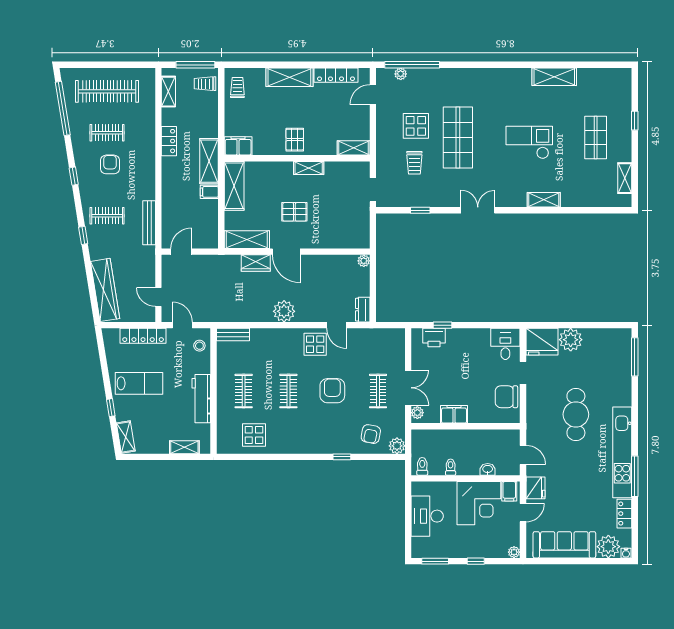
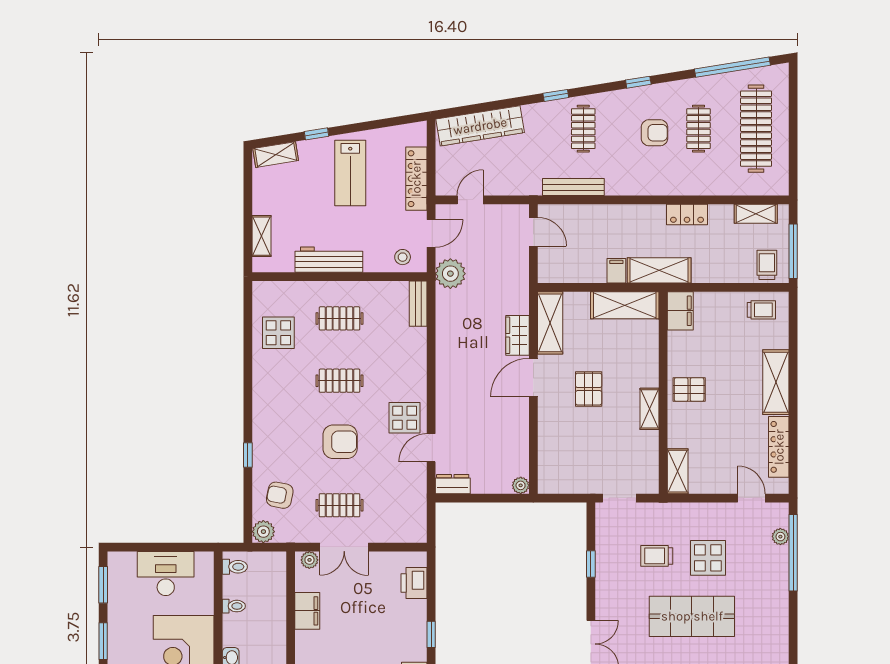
plant: (284, 311) -> (450, 274), moved
window: (442, 325) -> (431, 634), moved
window: (476, 561) -> (103, 641), width x1.50

